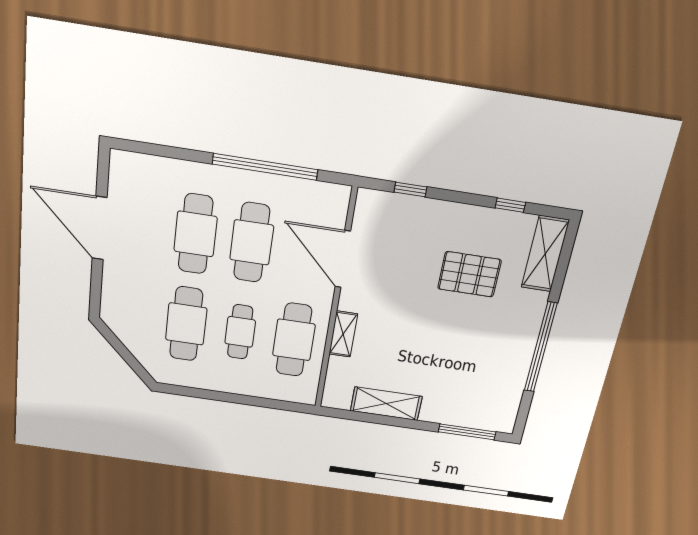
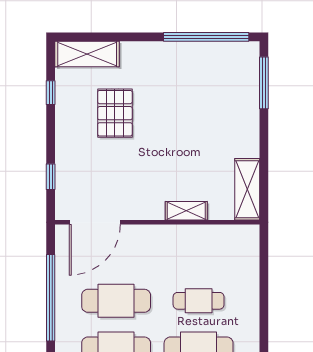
door: (343, 259) -> (95, 222), moved
cafe table: (294, 340) -> (199, 253), removed
window: (541, 347) -> (206, 37), moved
shelving: (386, 404) -> (247, 189), moved

